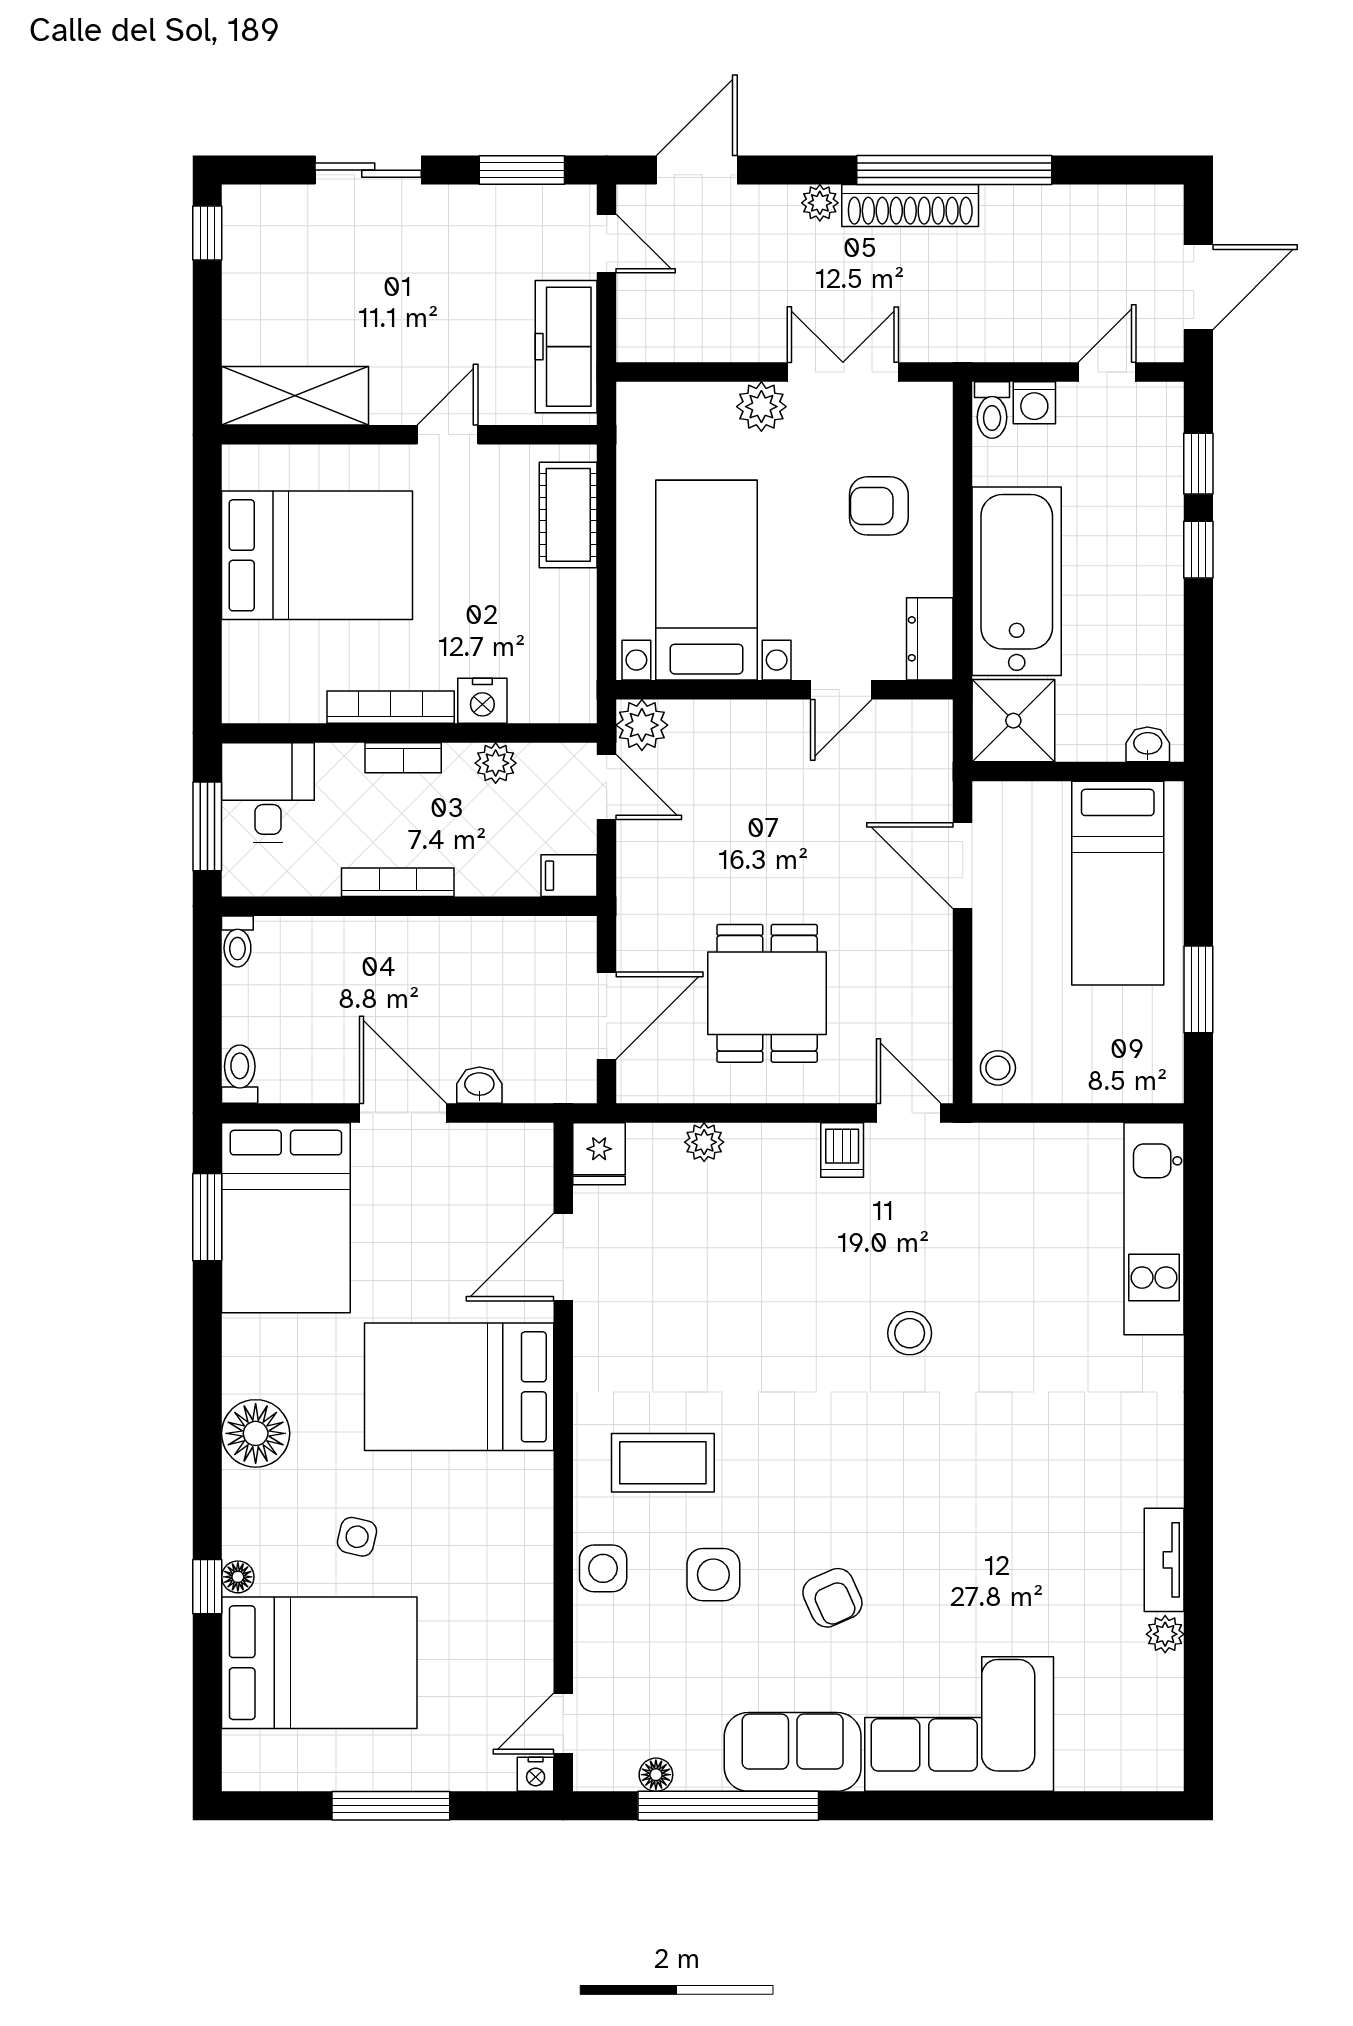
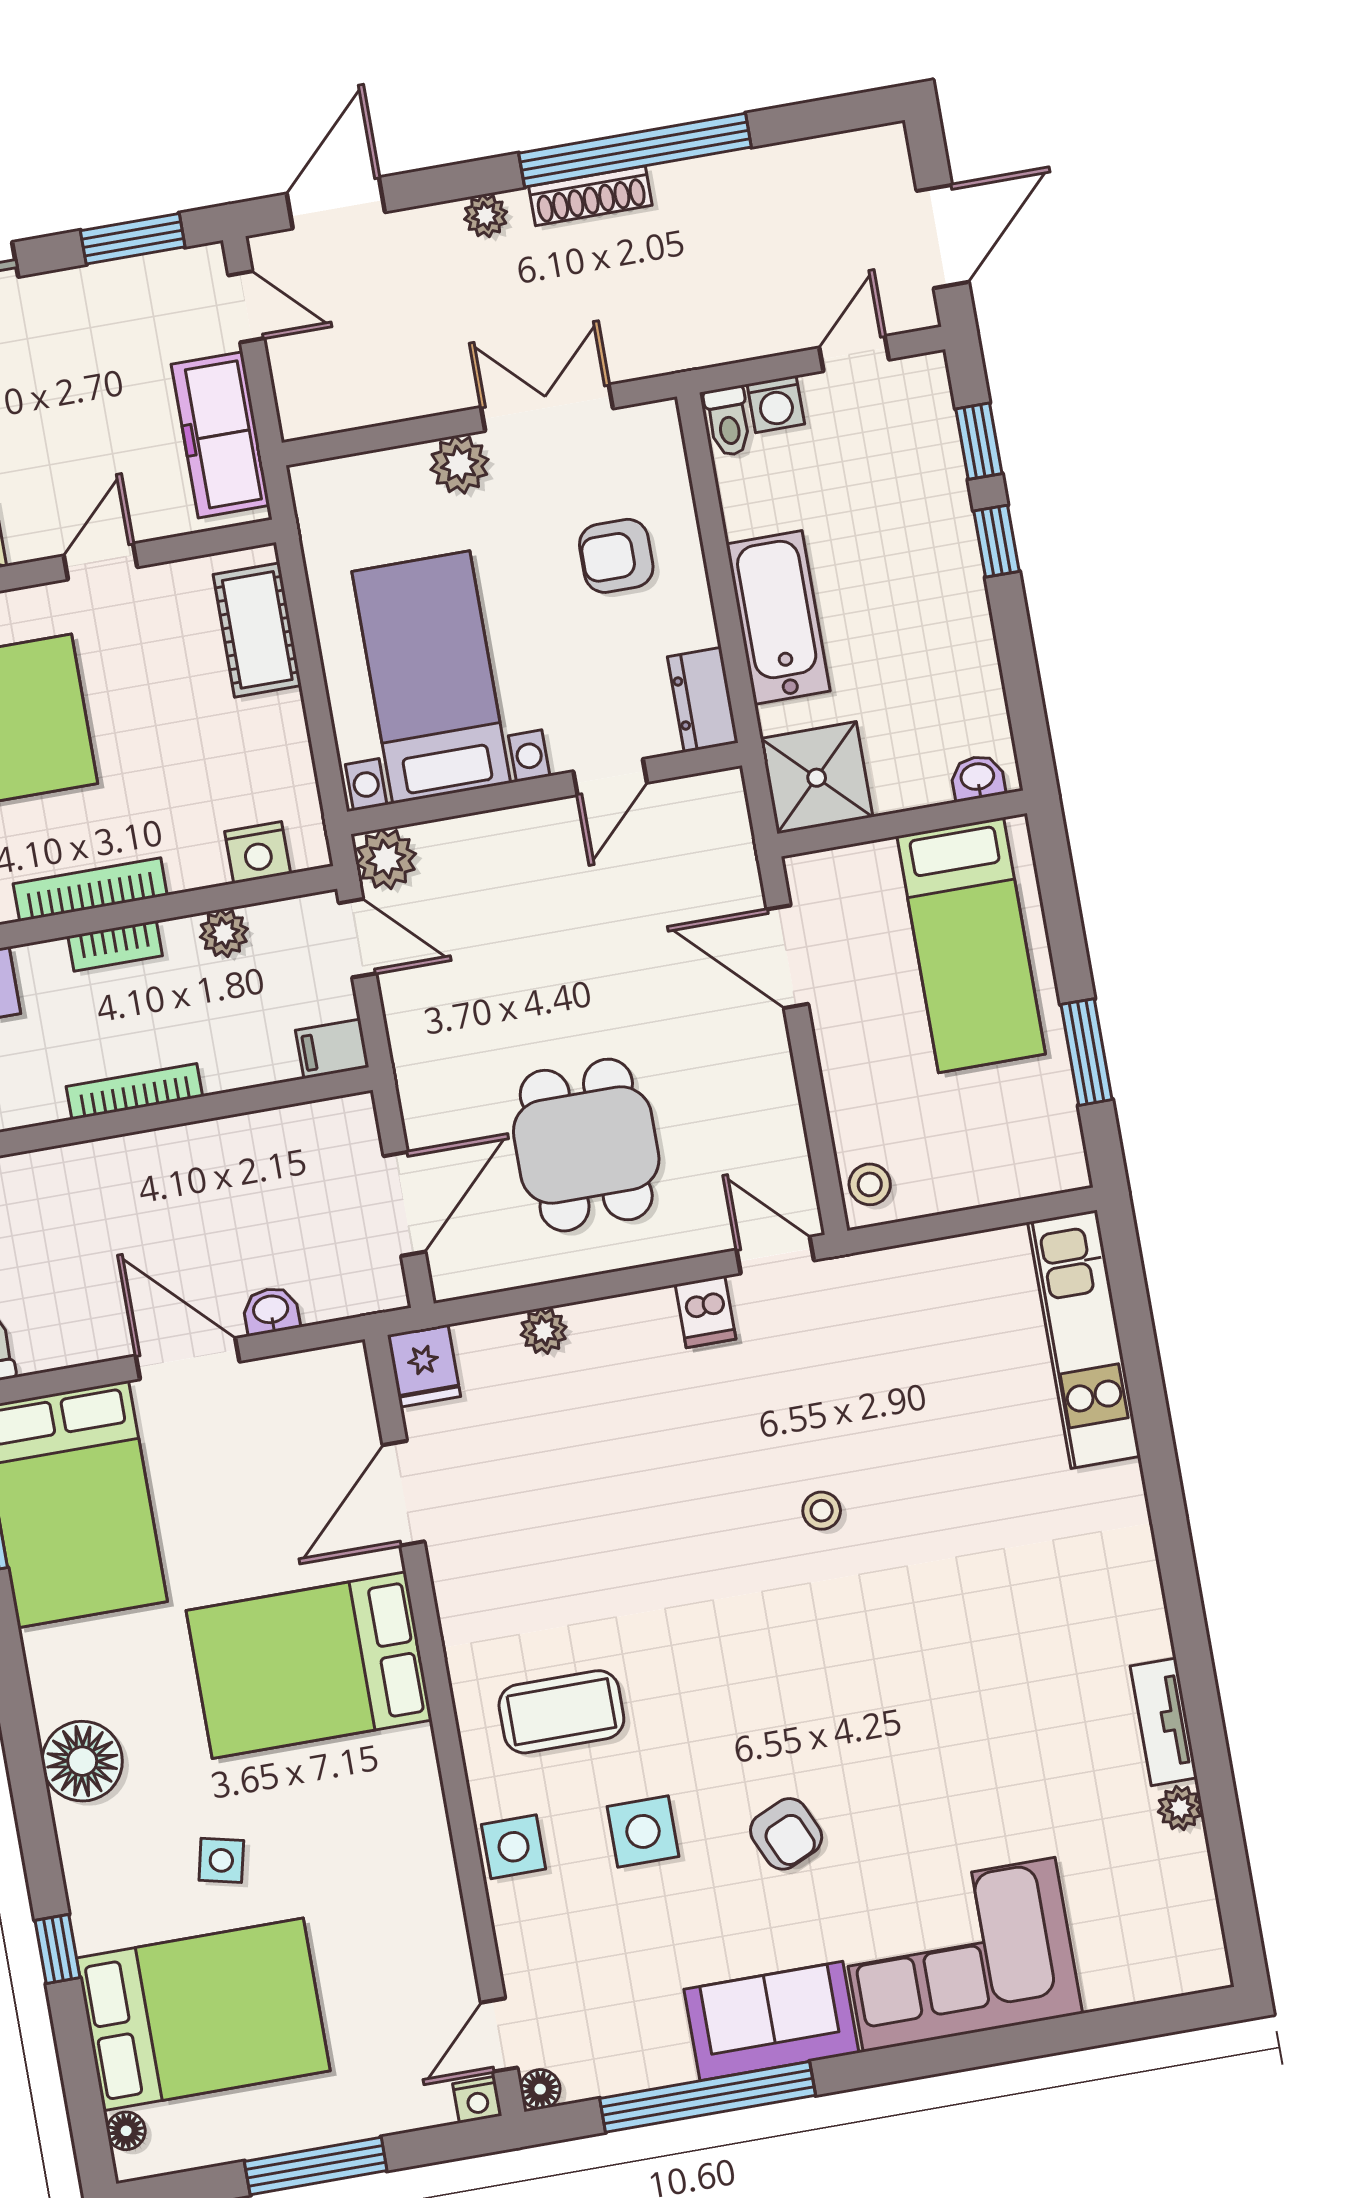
shoe rack: (910, 206) -> (590, 196), width x0.74, depth x0.81
bathtub: (1017, 581) -> (778, 618), width x0.73, depth x0.73
nightstand: (482, 701) -> (258, 852), moved
stool: (910, 1333) -> (822, 1511), width x0.73, depth x0.73
floor lamp: (238, 1577) -> (126, 2131), moved
floor lamp: (656, 1775) -> (540, 2089), moved

